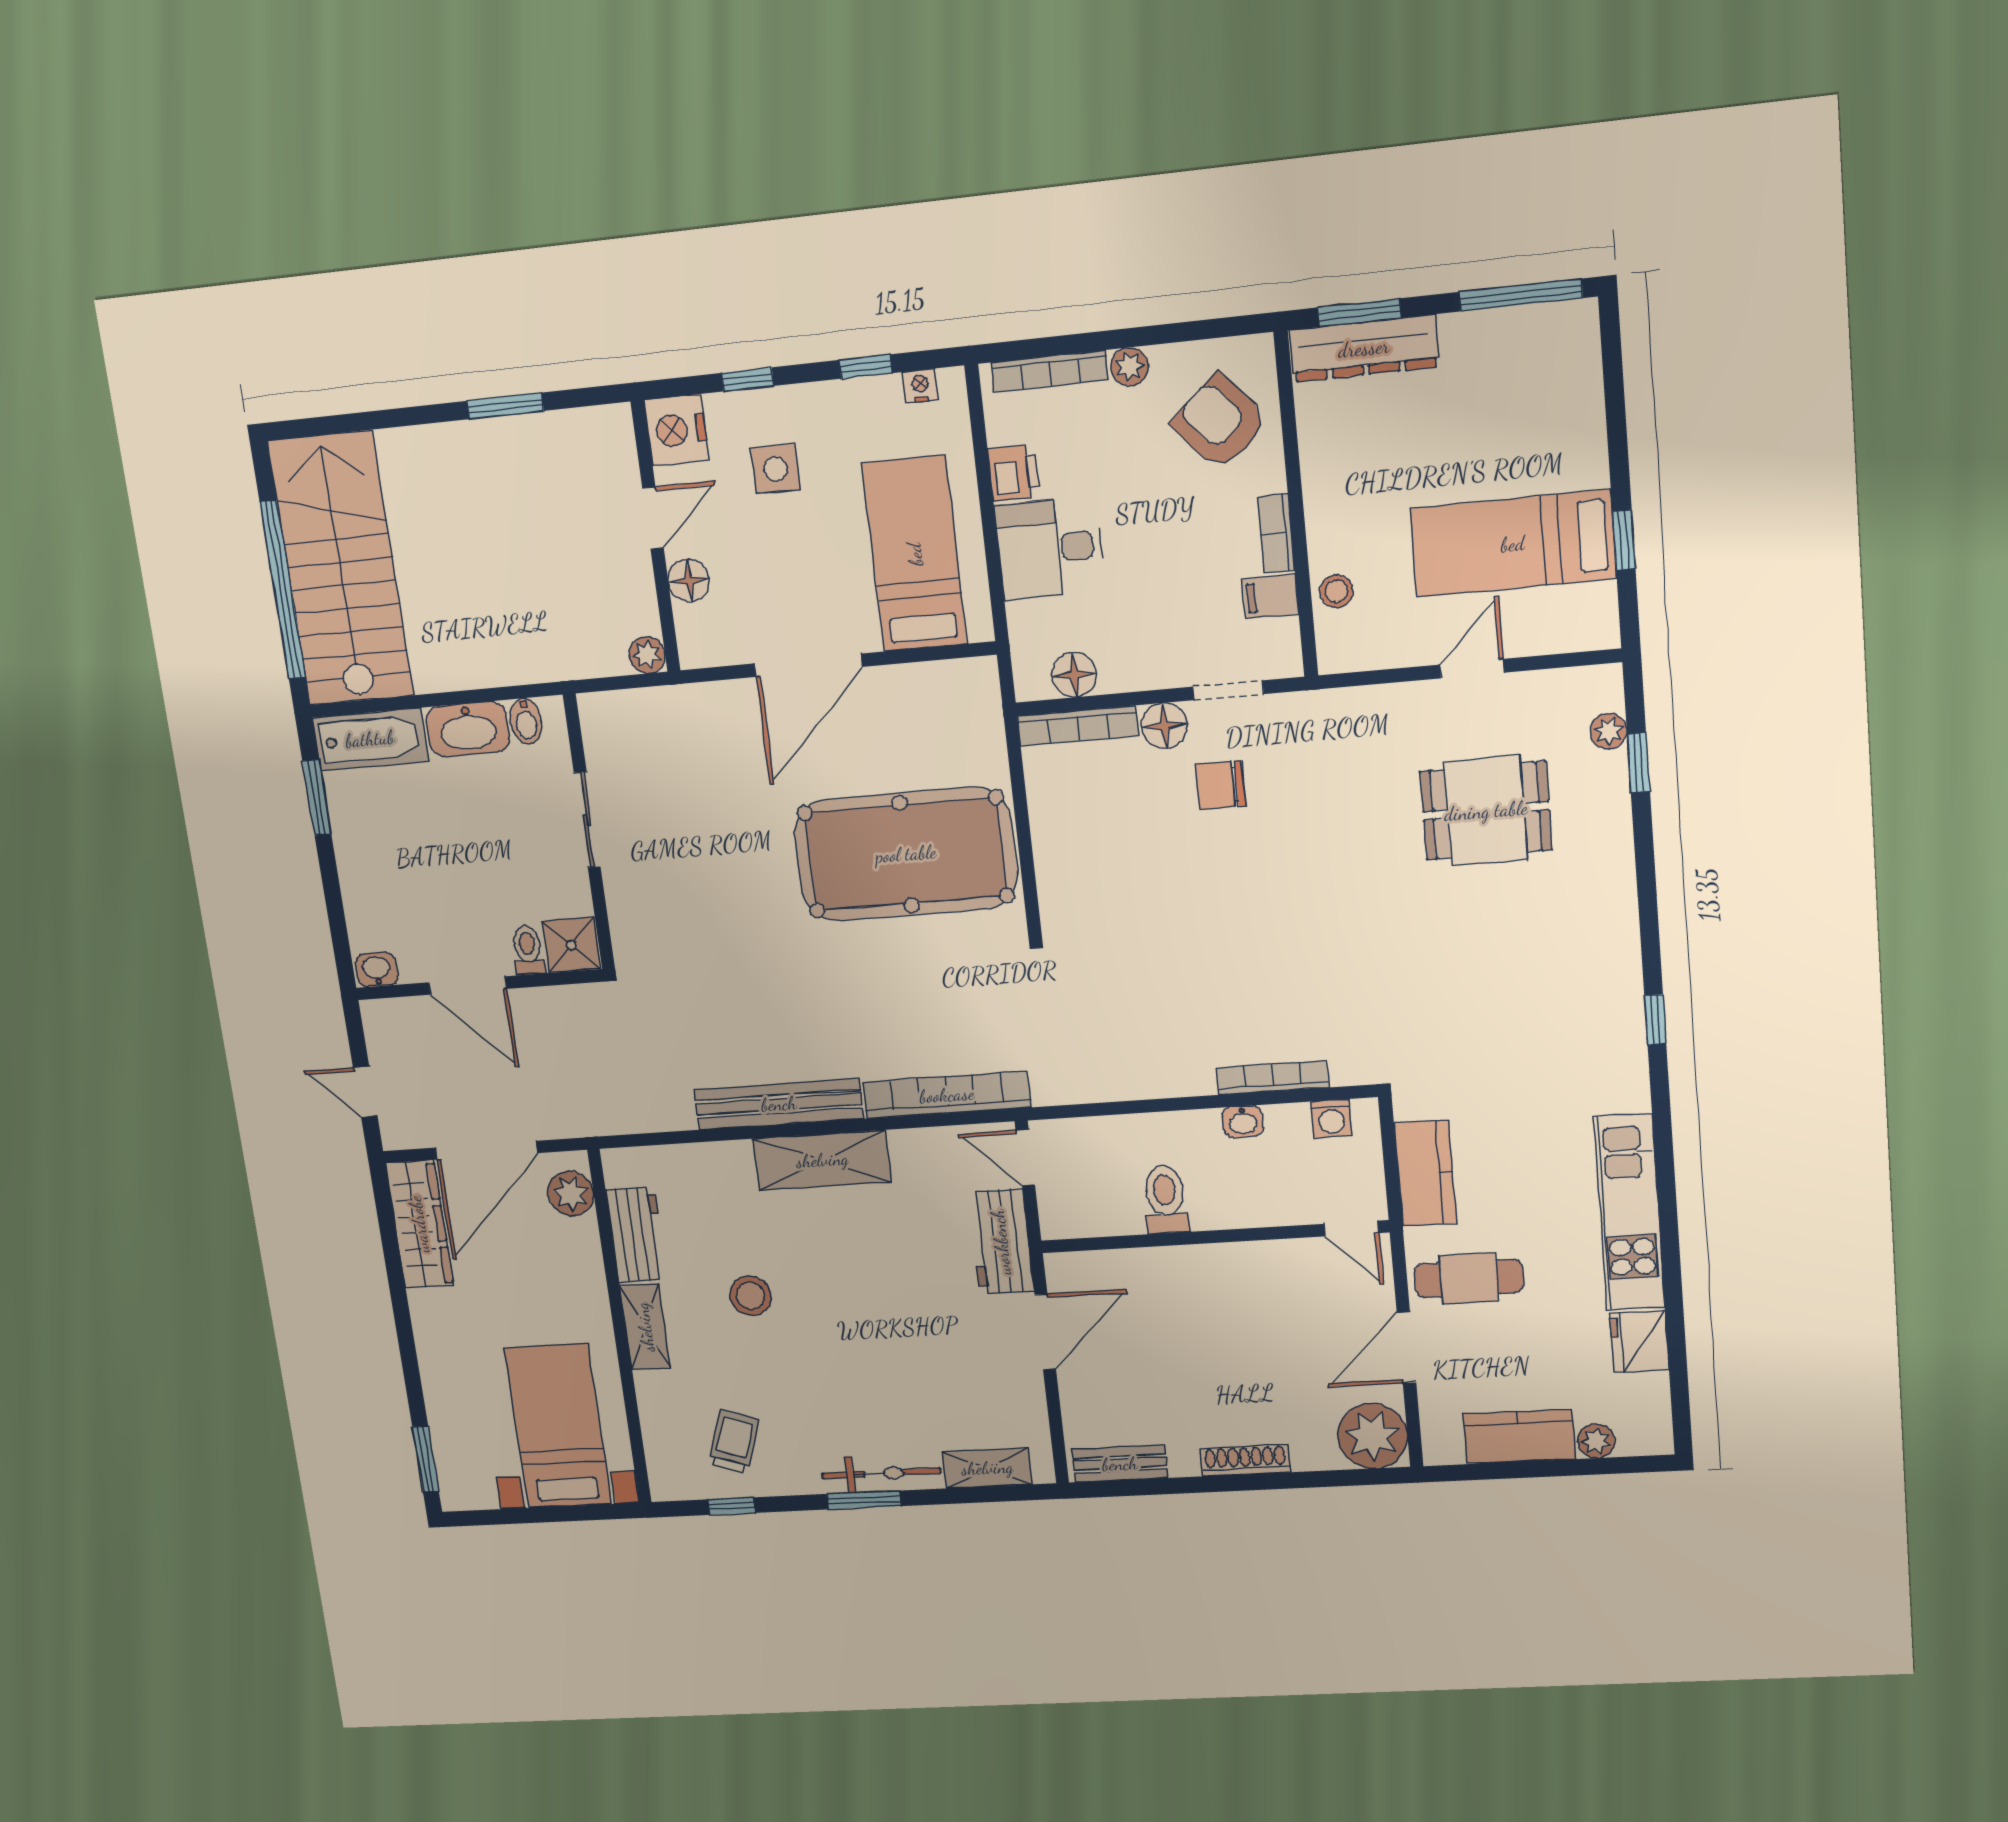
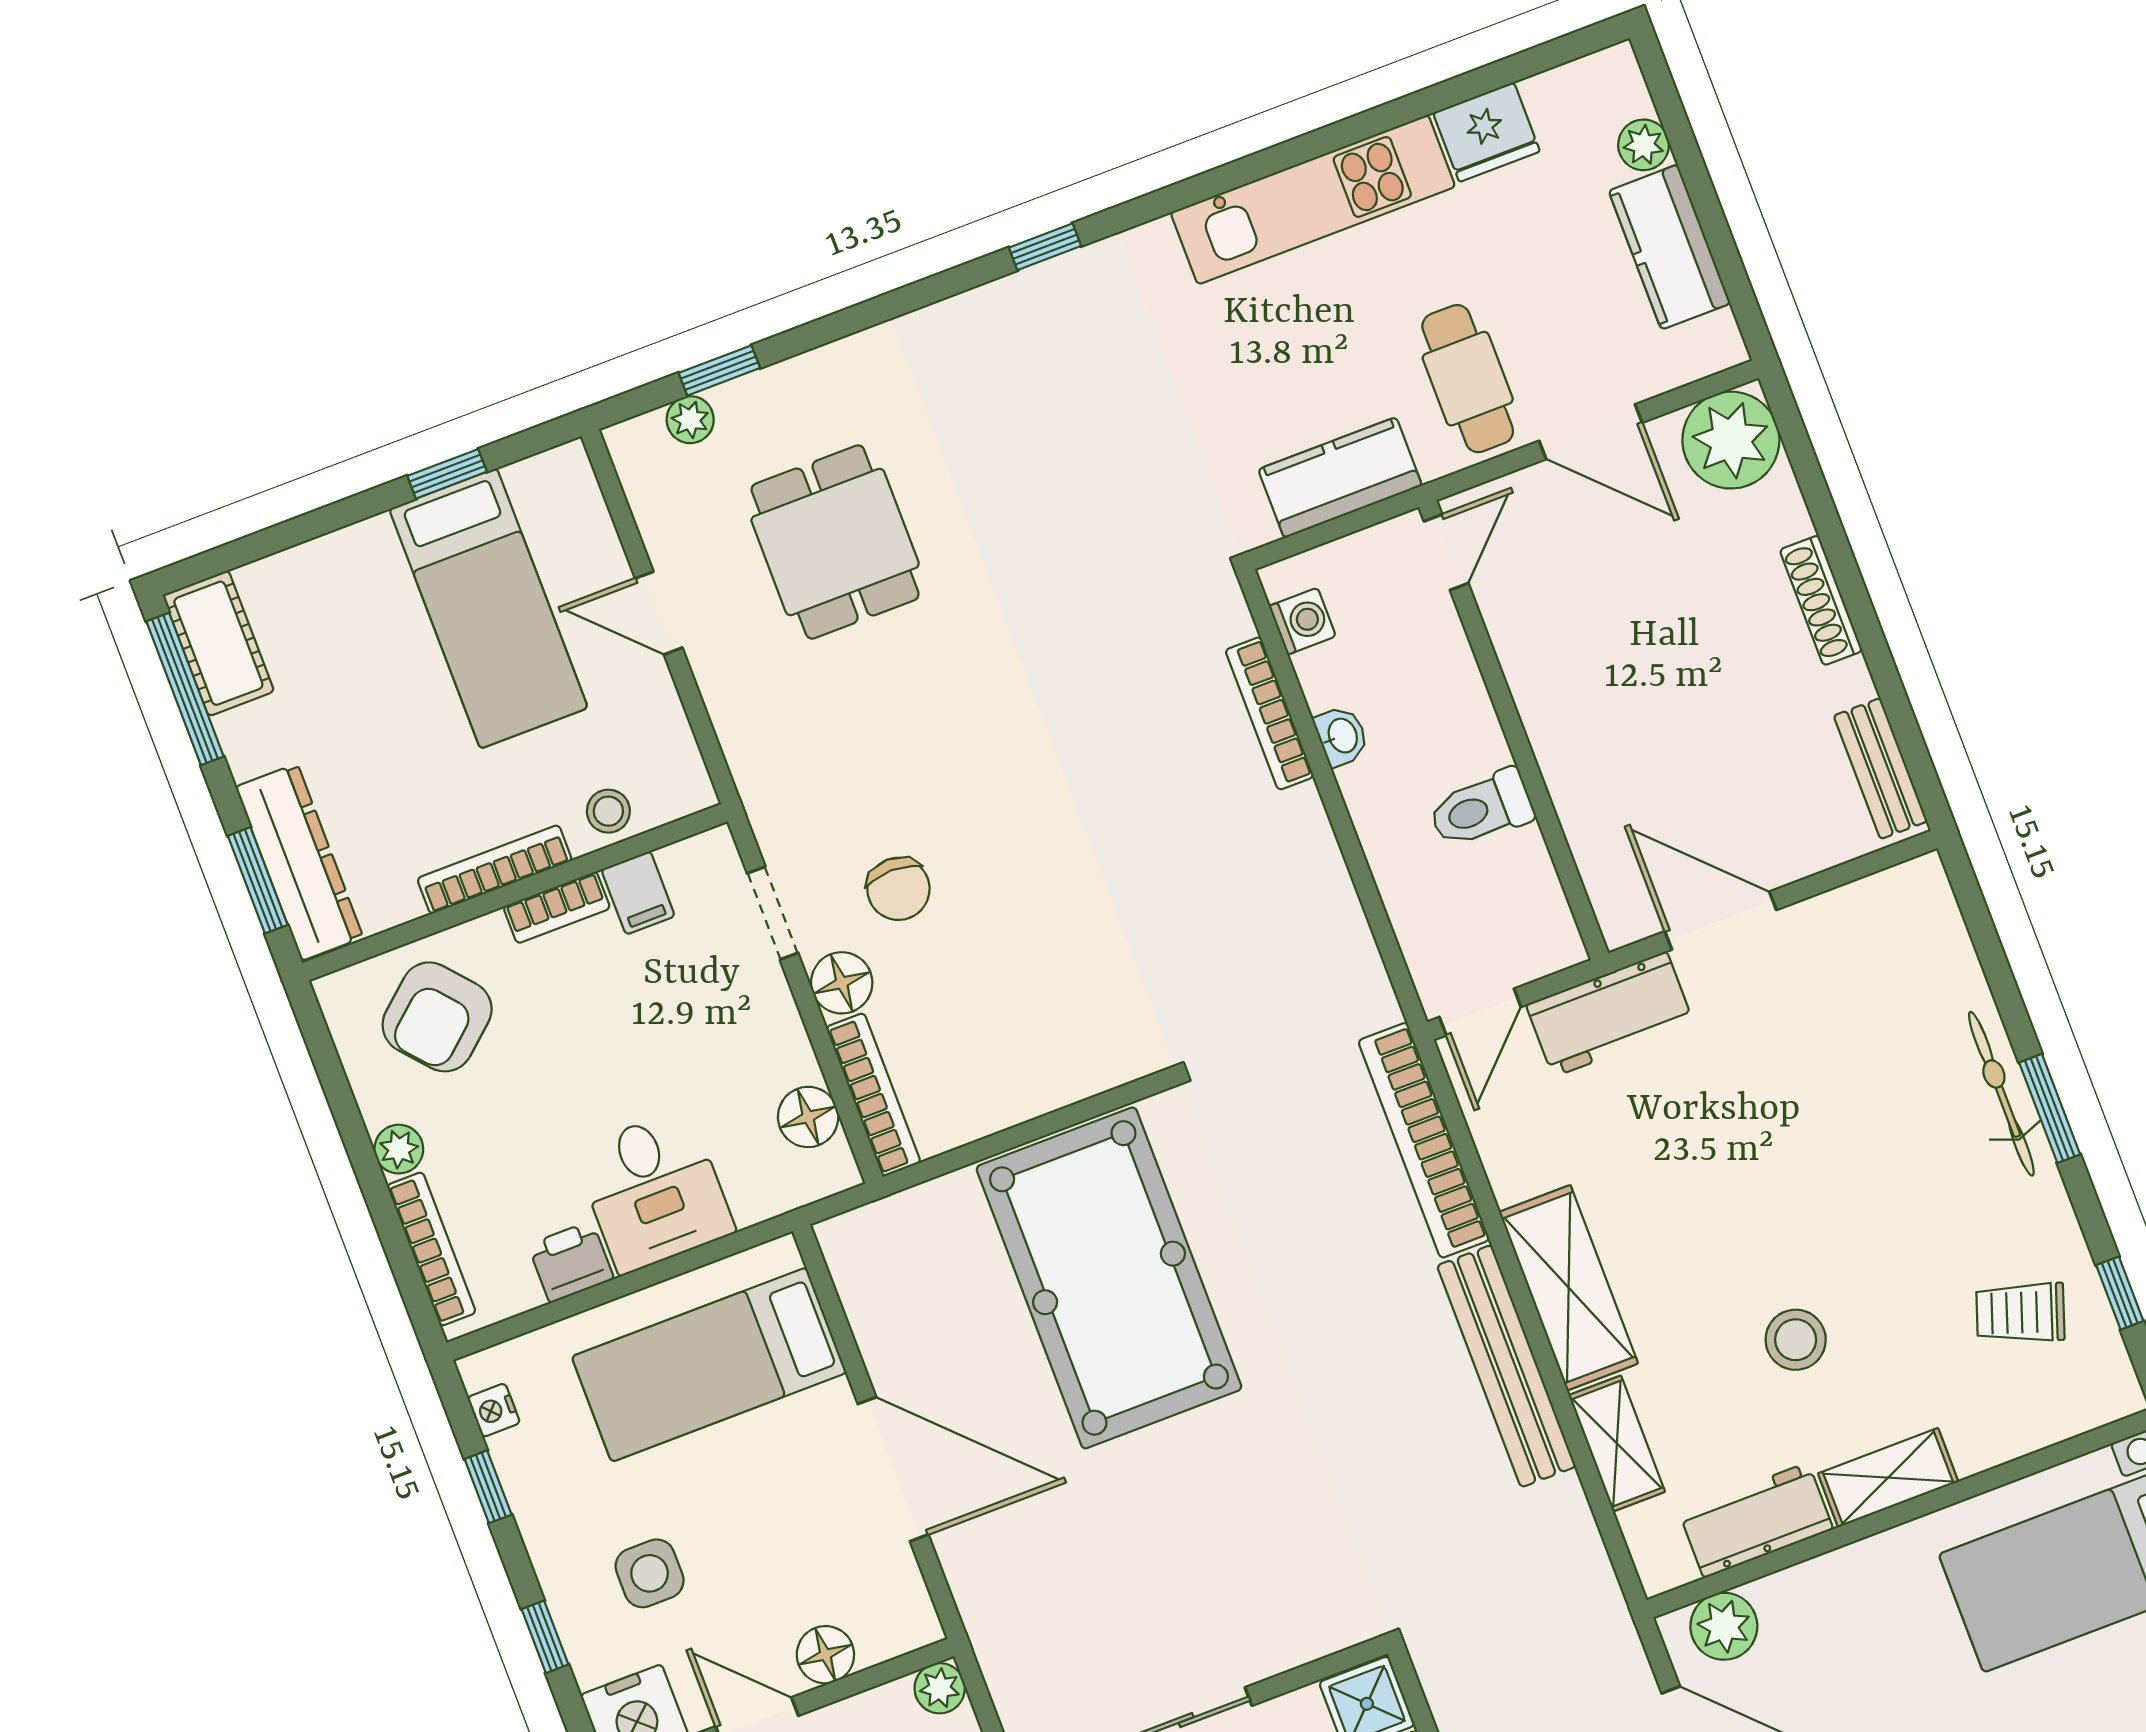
cot: (1548, 330) -> (218, 643), added
bookcase: (1317, 495) -> (495, 869), added
shelving: (987, 1468) -> (1617, 1444), moved

